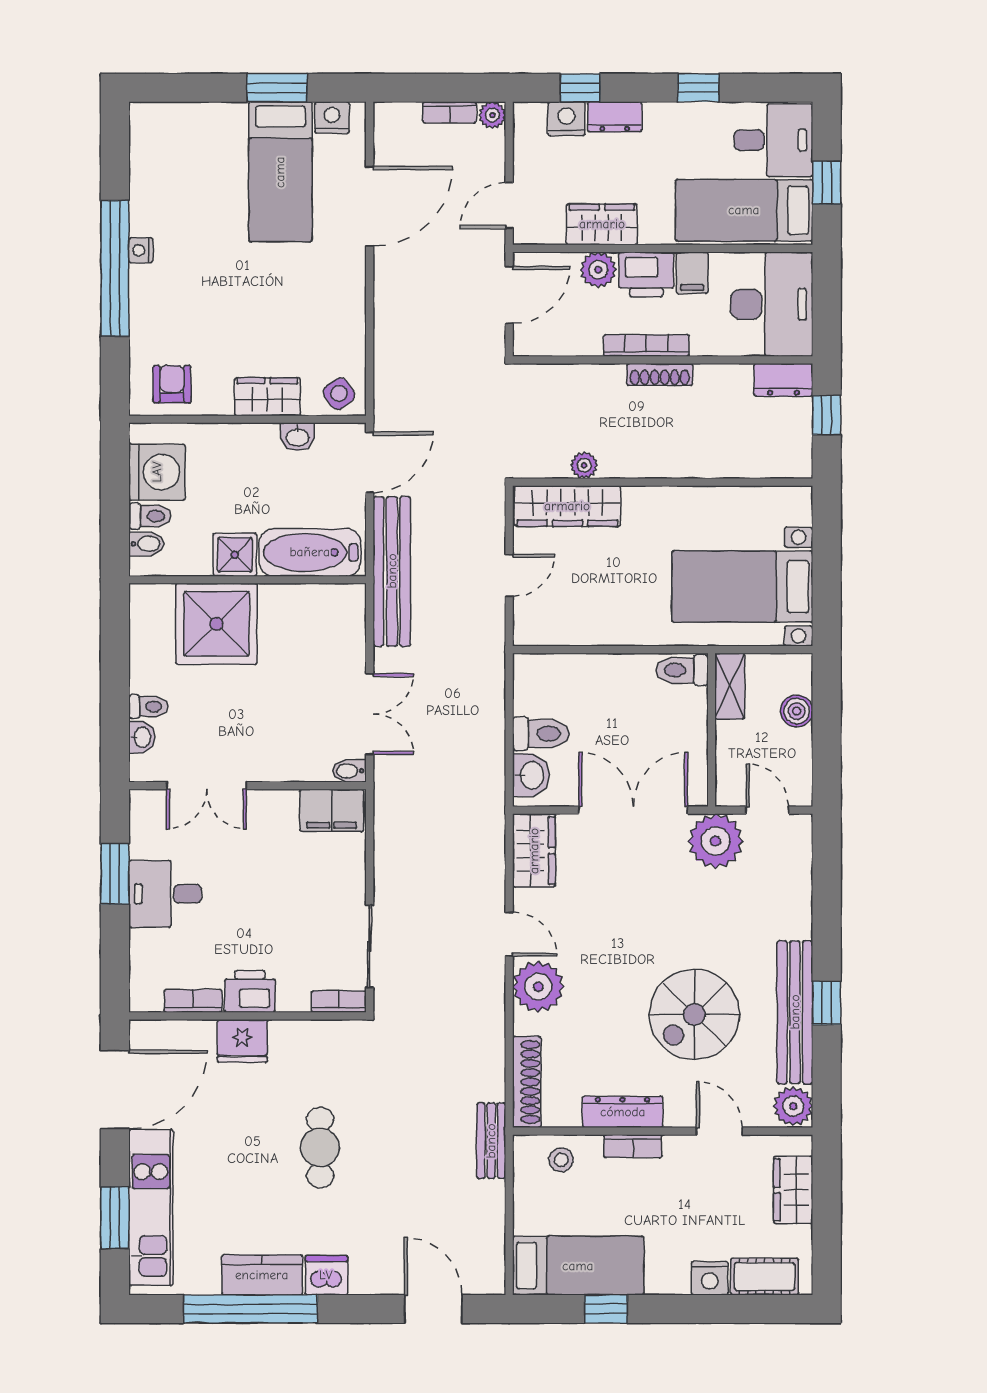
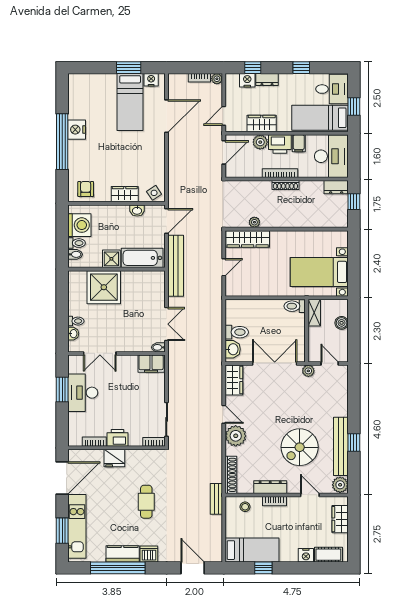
nightstand: (141, 250) -> (77, 130), width x1.89, depth x1.79
plant: (716, 841) -> (308, 371), width x0.53, depth x0.53
desk: (165, 894) -> (83, 393), width x1.37

